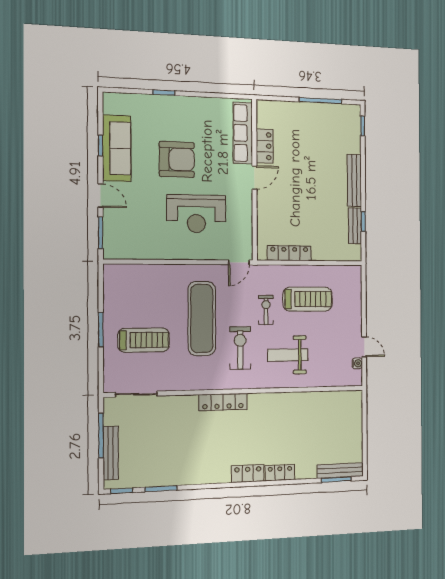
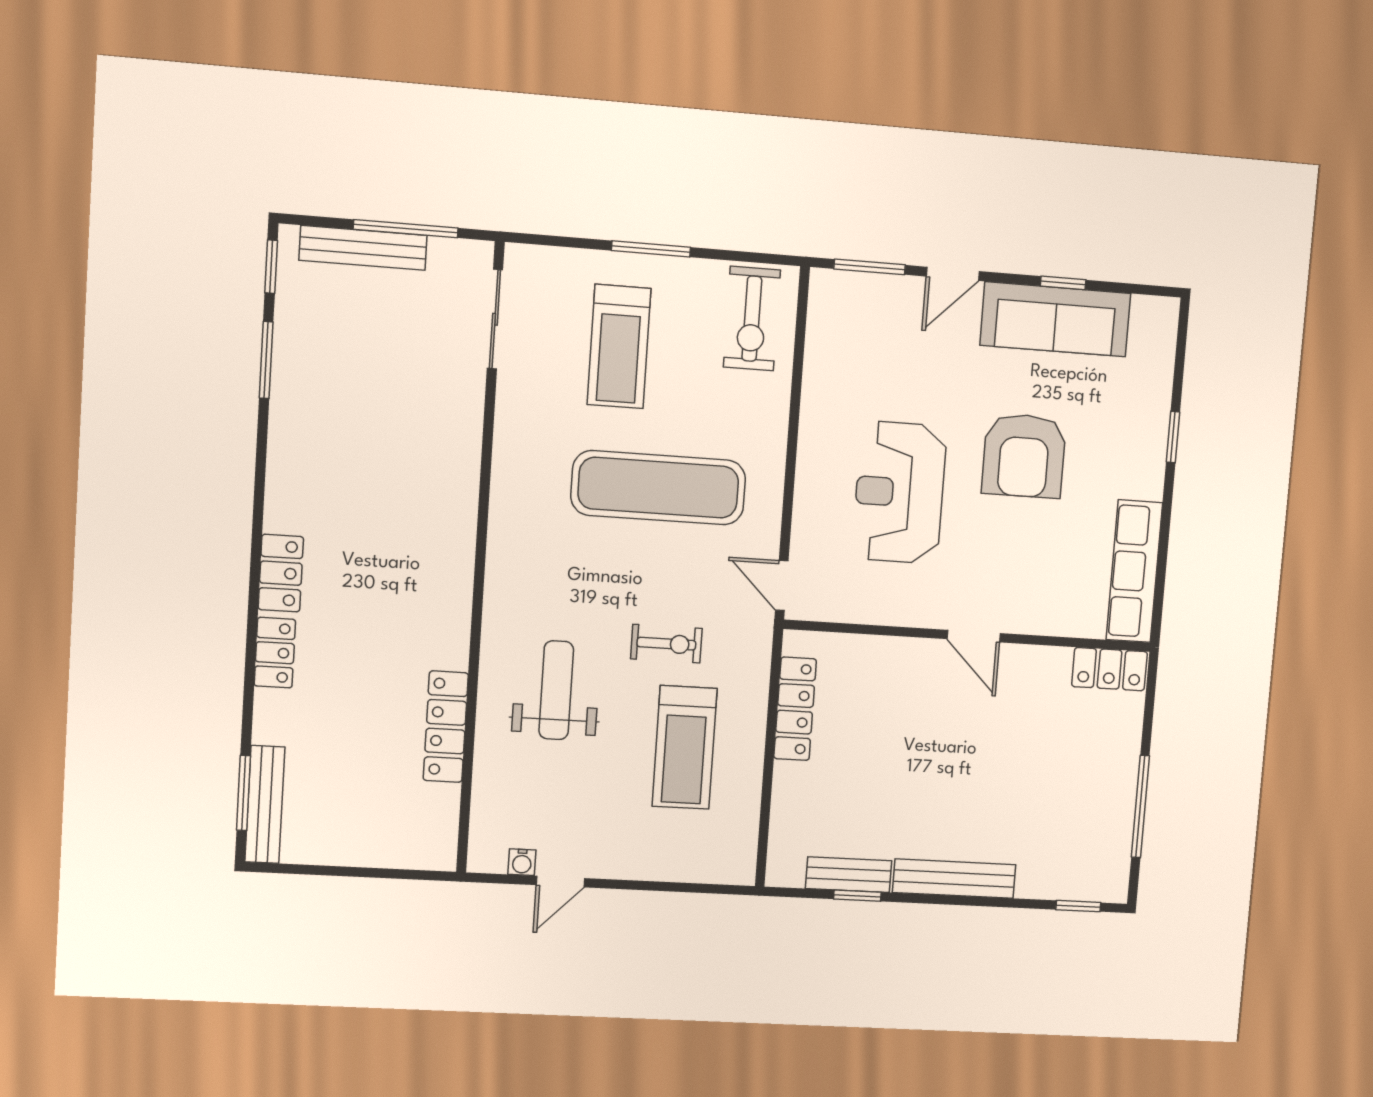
row of seats: (243, 133) -> (1134, 571), moved, turned -90
locker: (265, 146) -> (1110, 669), moved
exercise bike: (240, 348) -> (752, 319), moved, turned 90
locker: (223, 402) -> (446, 727), moved

